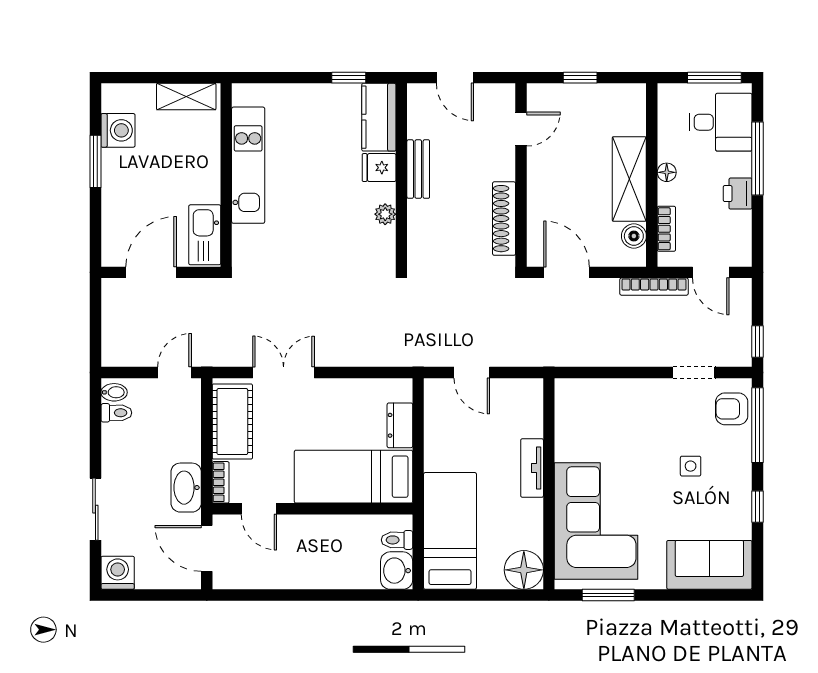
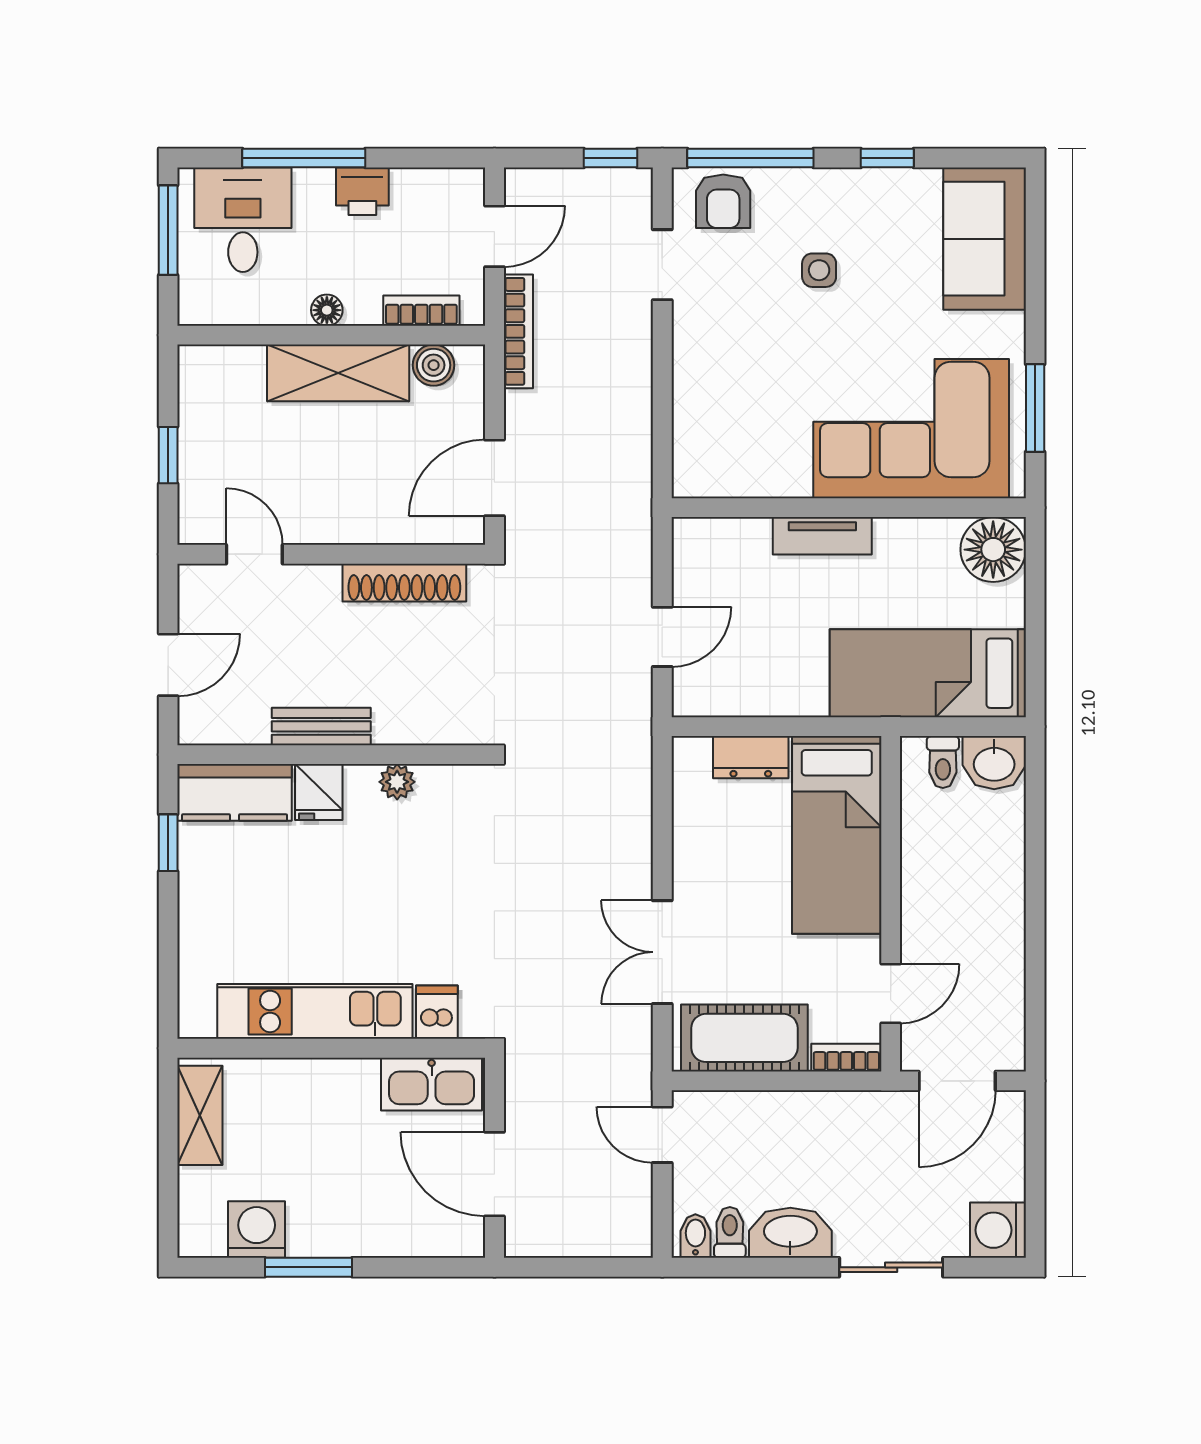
dishwasher: (248, 238) -> (437, 1012), added
washbasin: (186, 488) -> (790, 1233), moved, turned 180

